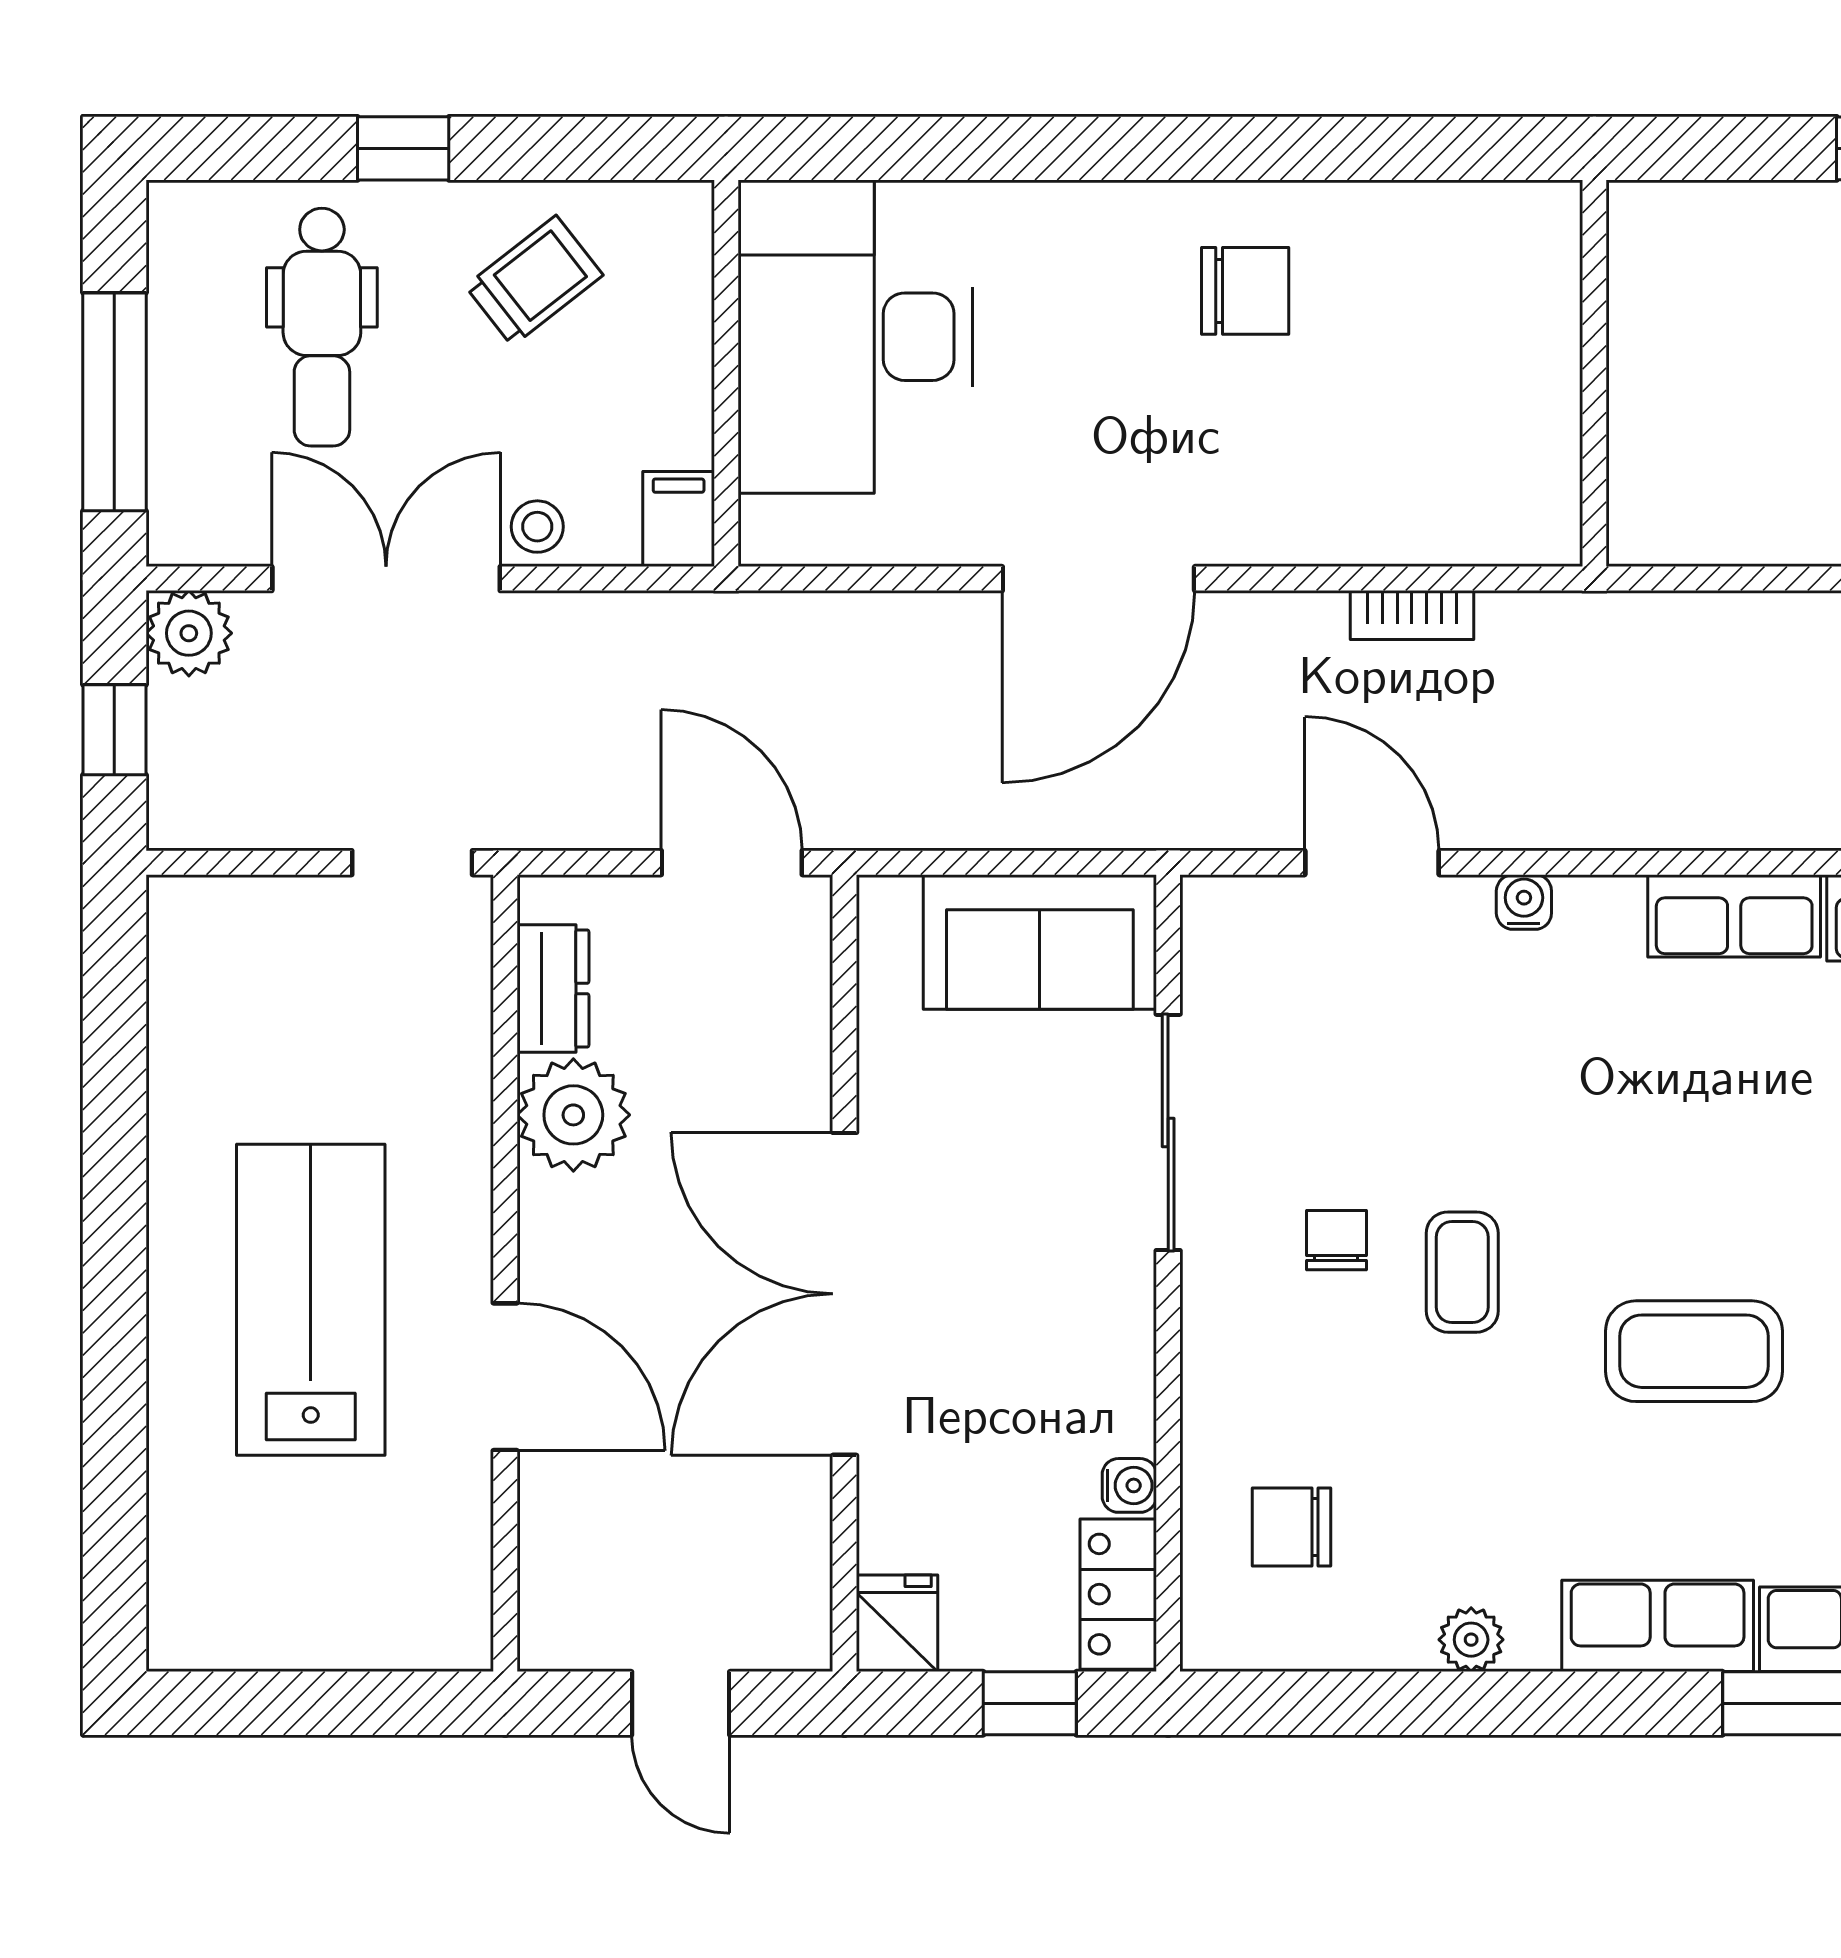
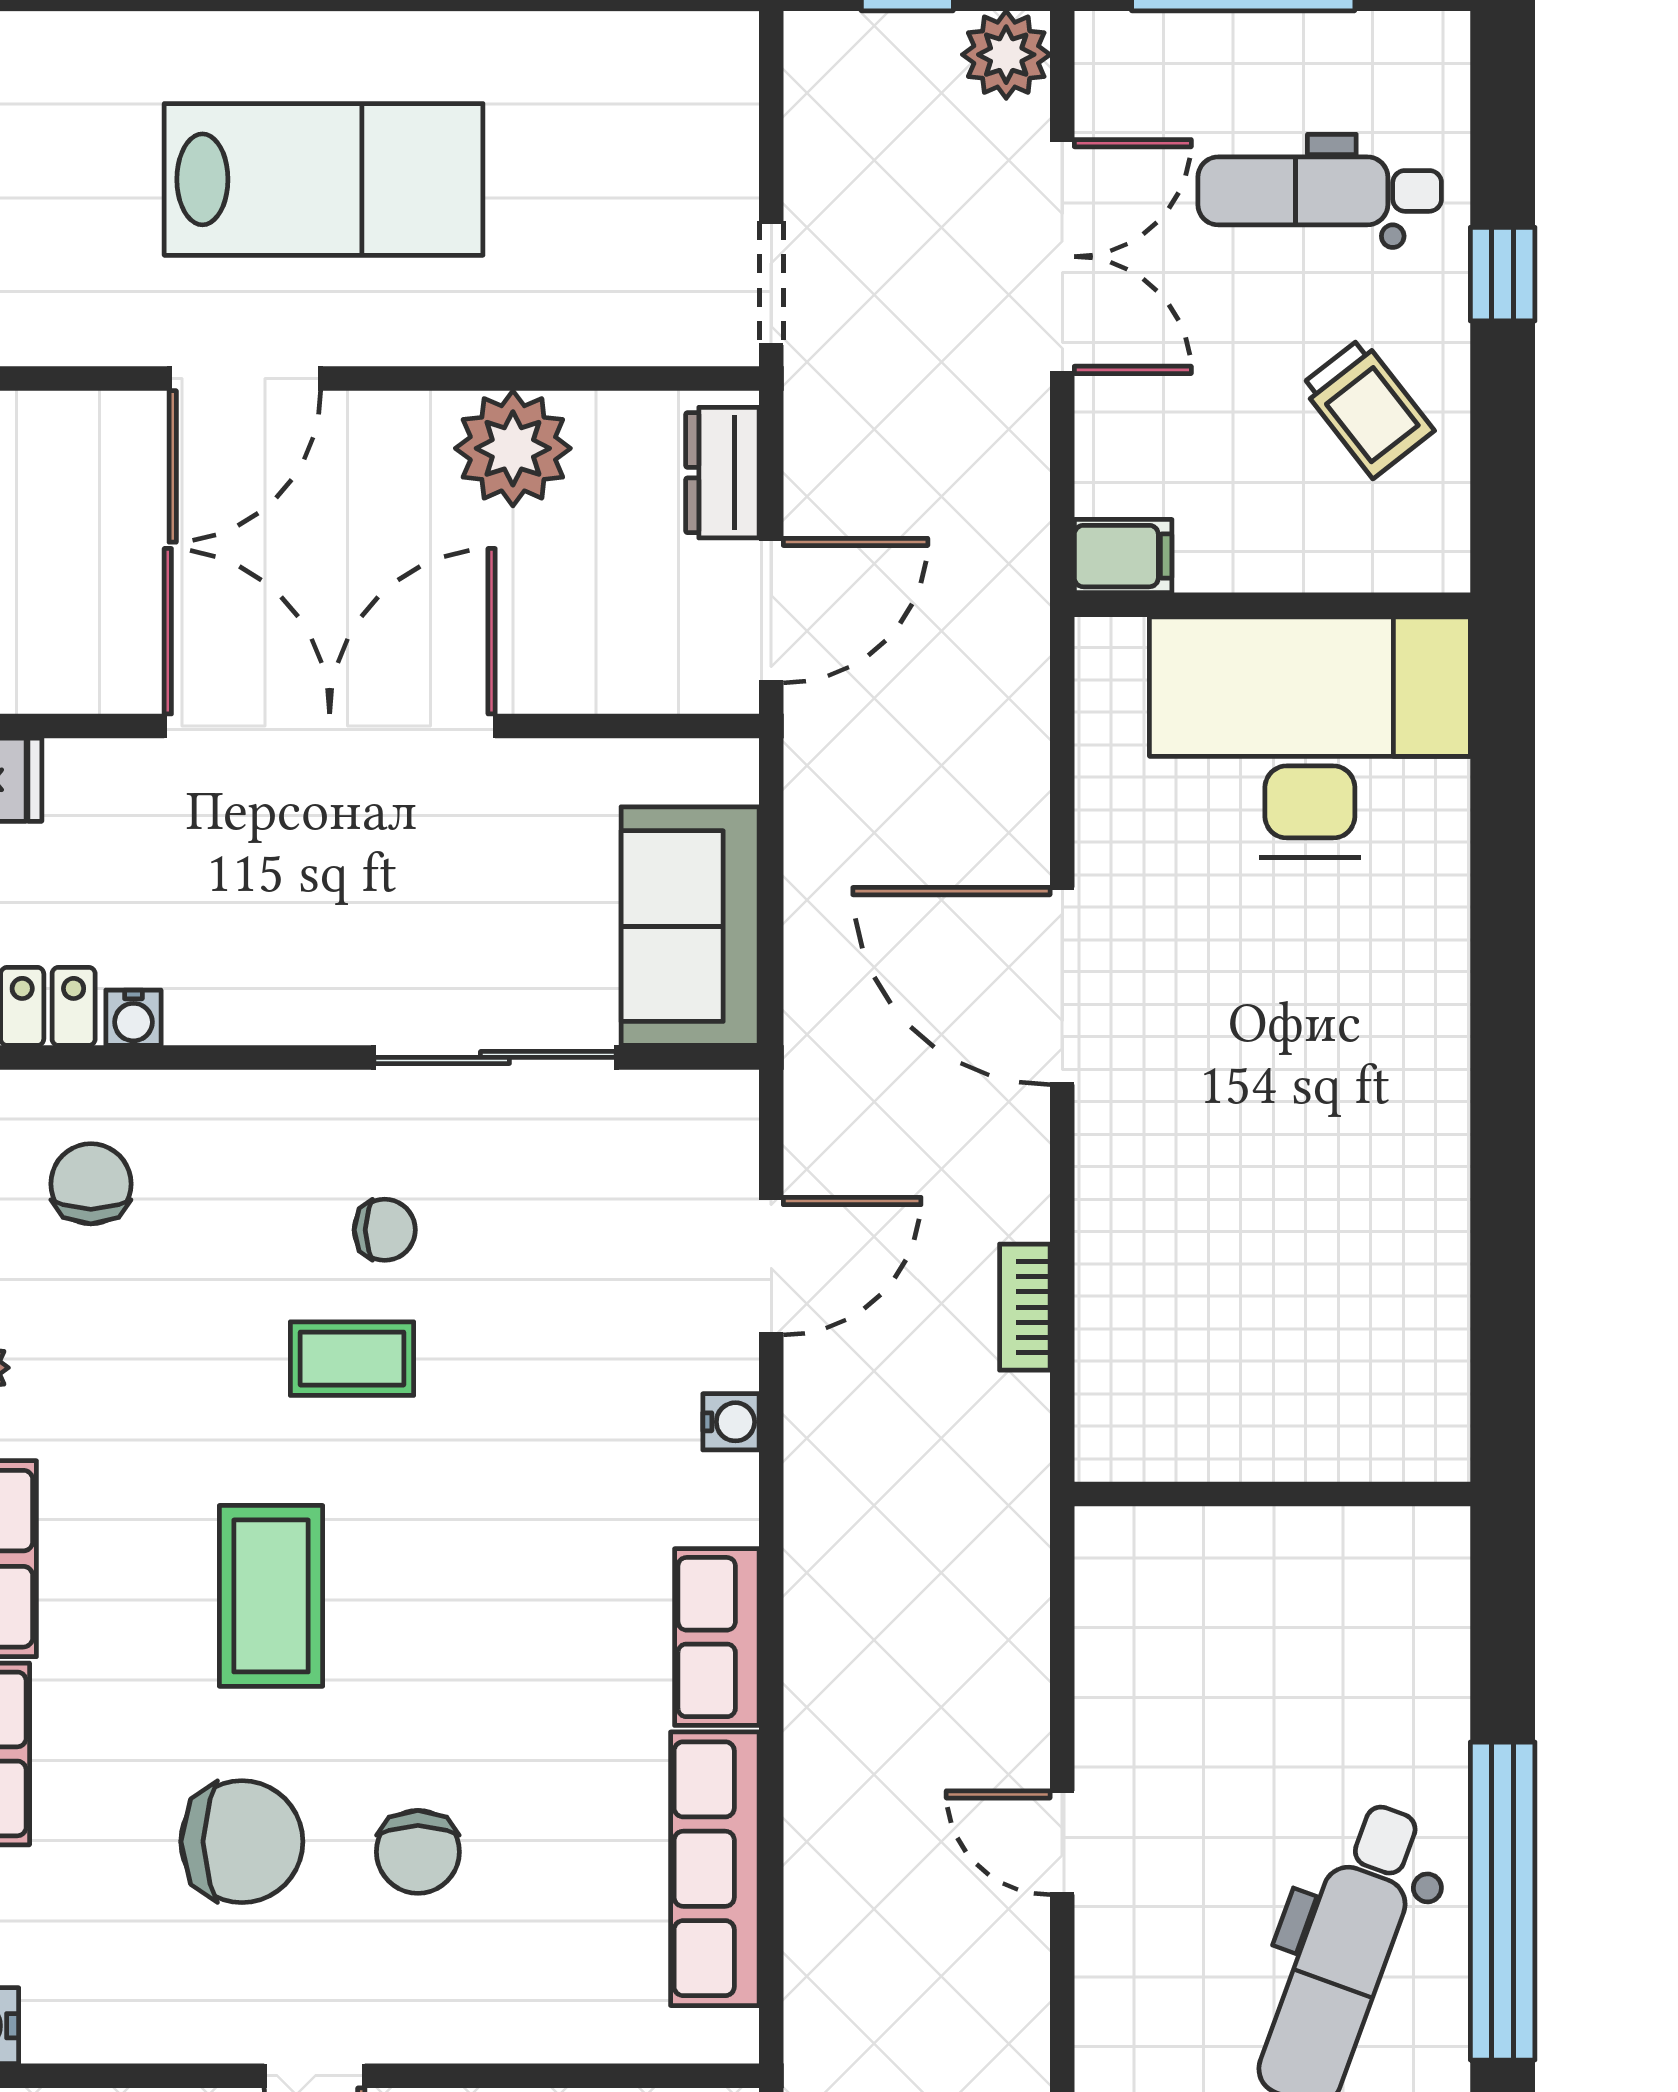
chair: (1245, 291) -> (1357, 1136), removed
stool: (537, 527) -> (1115, 411), removed
dresser: (553, 988) -> (722, 473), moved, turned 90

